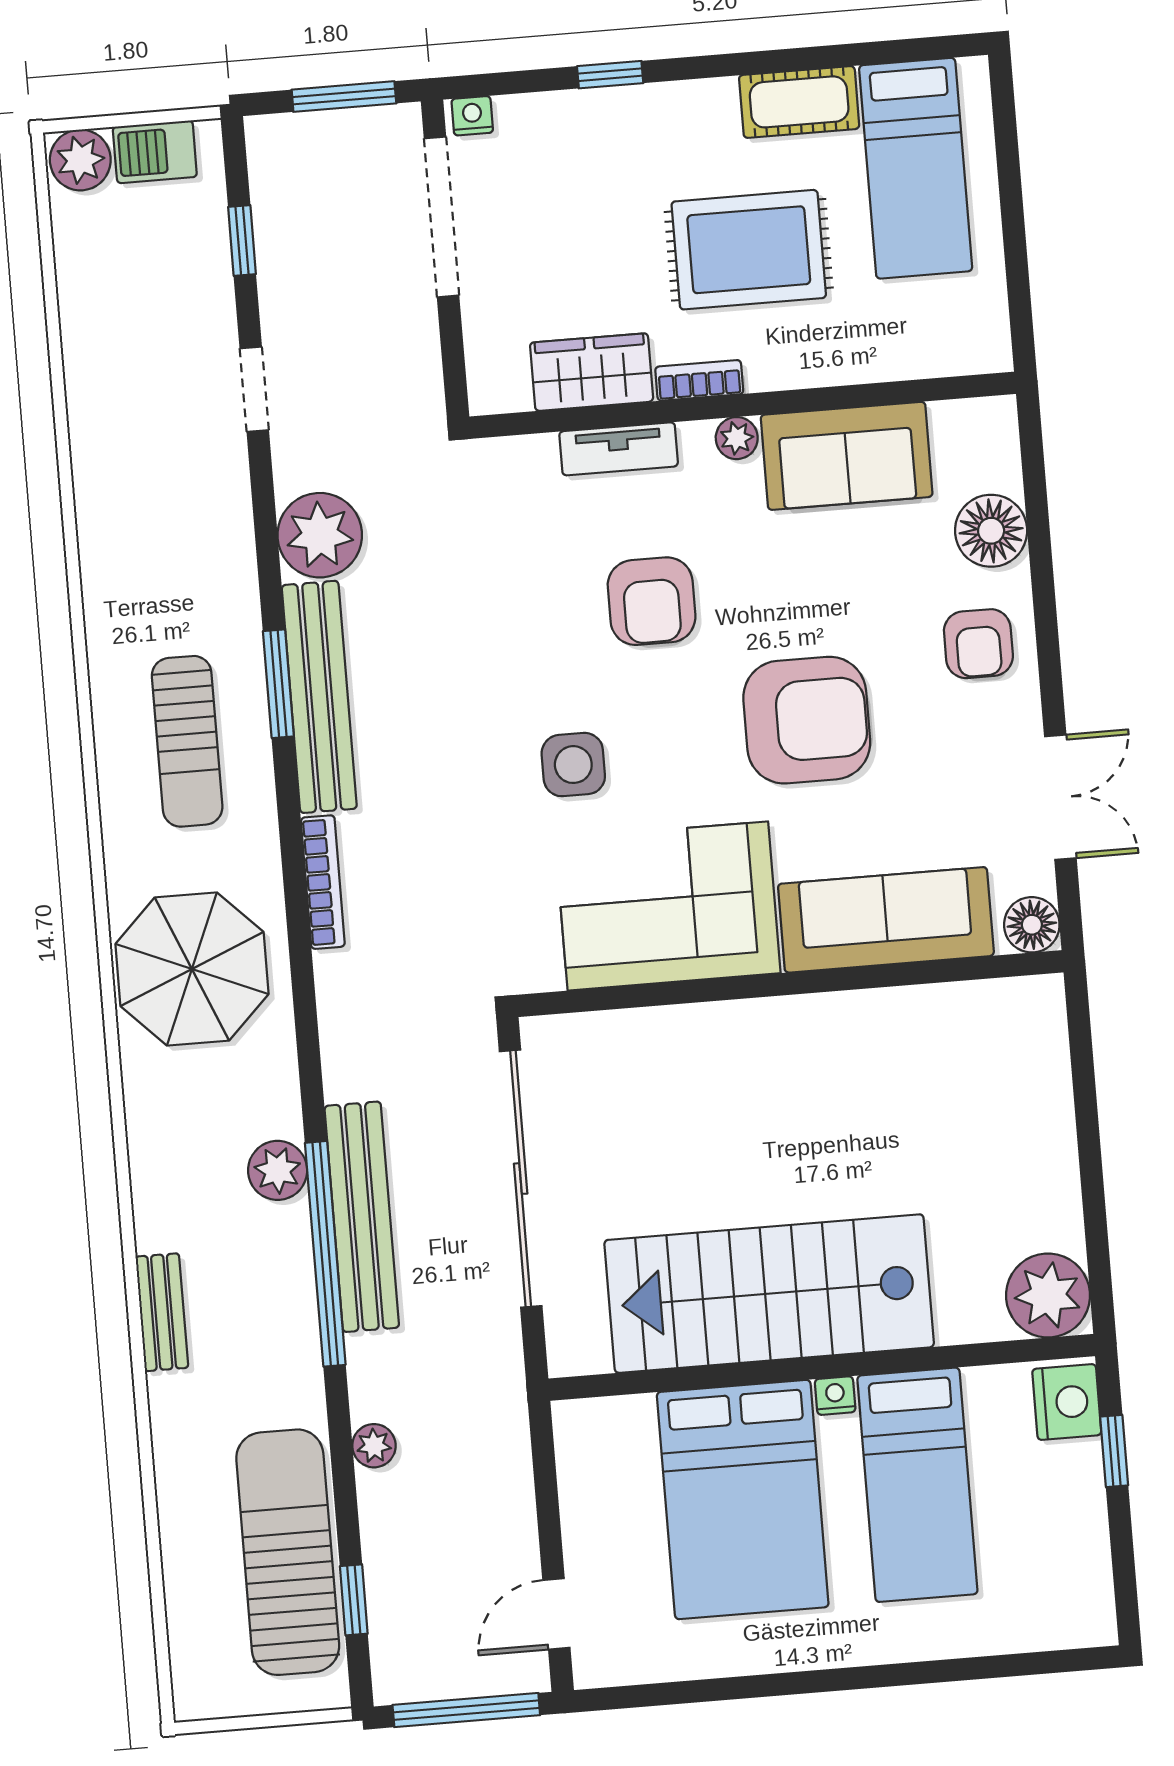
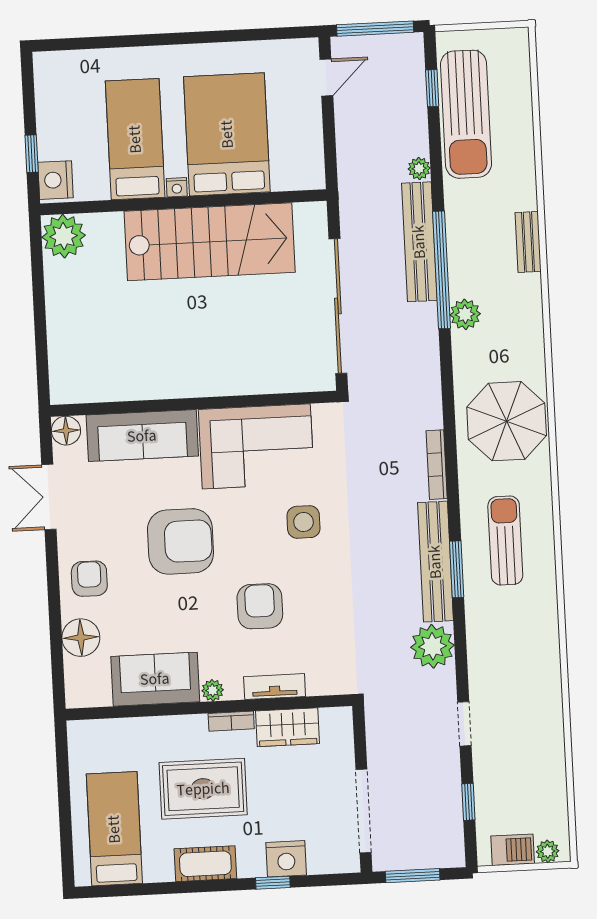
cot: (799, 102) -> (205, 864), moved
nightstand: (472, 116) -> (286, 859), moved, width x1.89, depth x1.79
plant: (80, 160) -> (548, 851), width x0.73, depth x0.73
armchair: (807, 720) -> (180, 541), turned 180
bench: (362, 1217) -> (419, 242), moved

